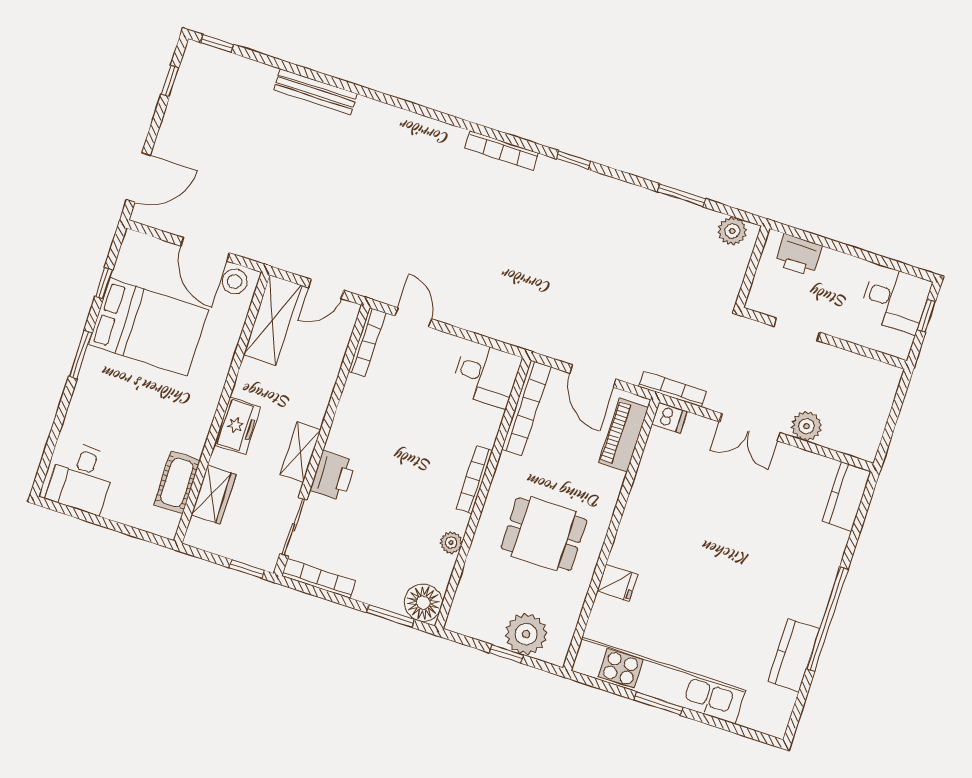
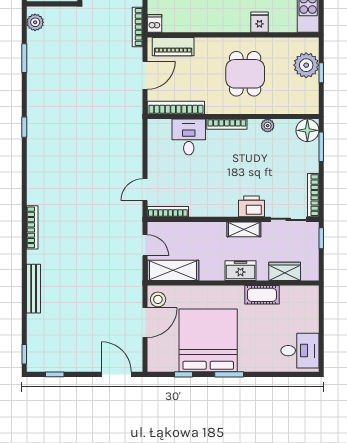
bookcase: (502, 151) -> (32, 227), moved
bed: (148, 327) -> (208, 340), width x1.36
desk: (486, 374) -> (189, 137), moved
cot: (177, 482) -> (262, 295), moved

